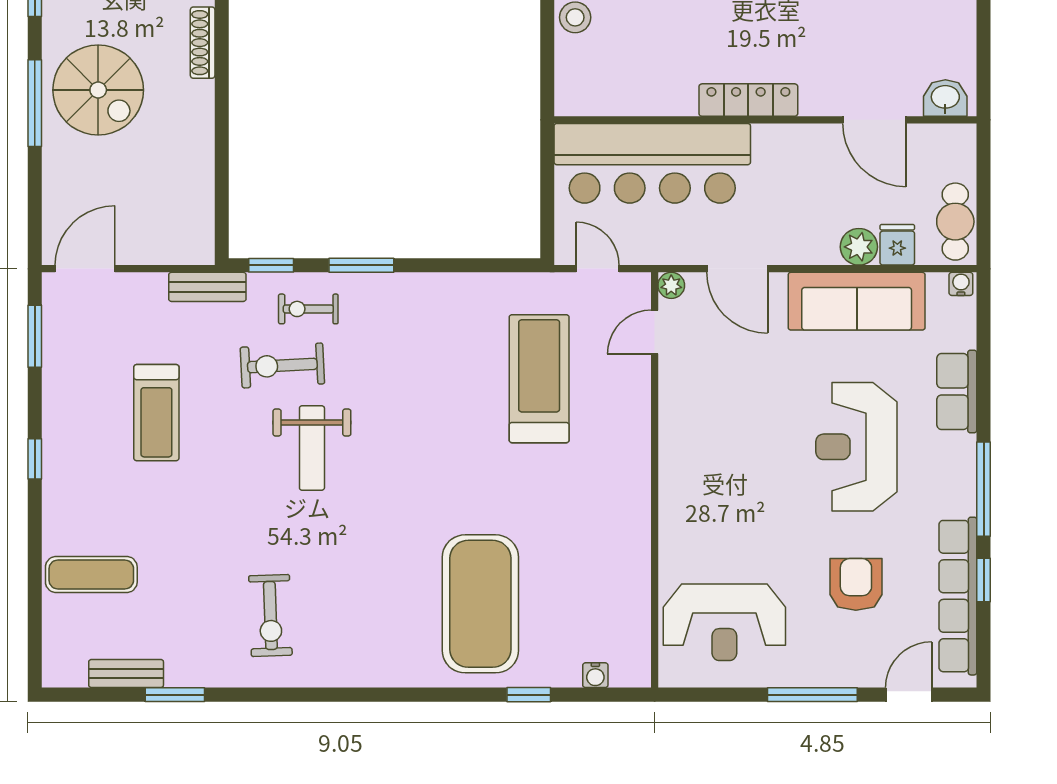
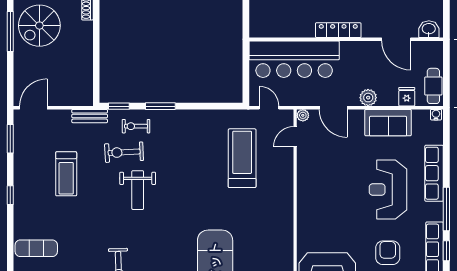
spiral stairs: (98, 90) -> (39, 26), turned 90
plant: (859, 247) -> (368, 98), moved
sofa: (857, 301) -> (388, 123), width x0.73
row of seats: (957, 391) -> (434, 173), width x1.48

